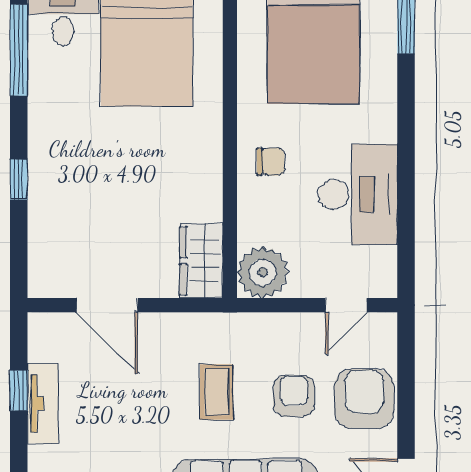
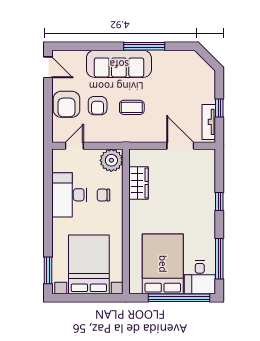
chair: (271, 162) -> (103, 195), moved
wardrobe: (201, 261) -> (139, 183), moved
coffee table: (217, 392) -> (132, 107), turned 90
tv unit: (43, 403) -> (209, 122), moved

